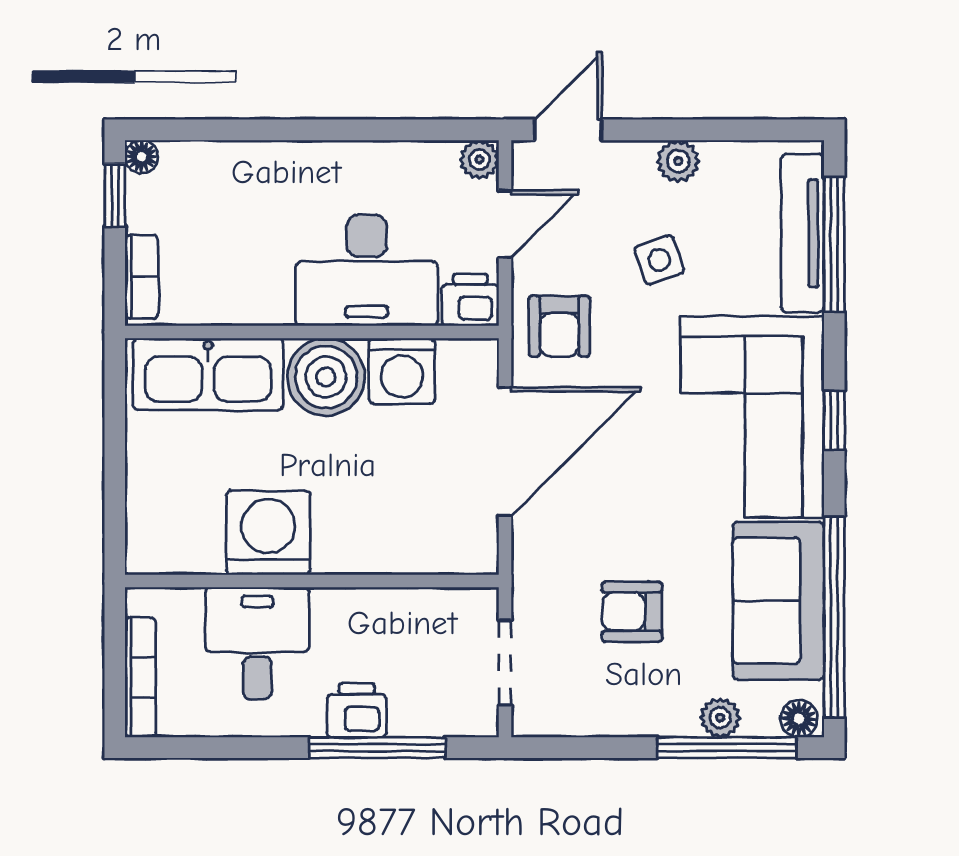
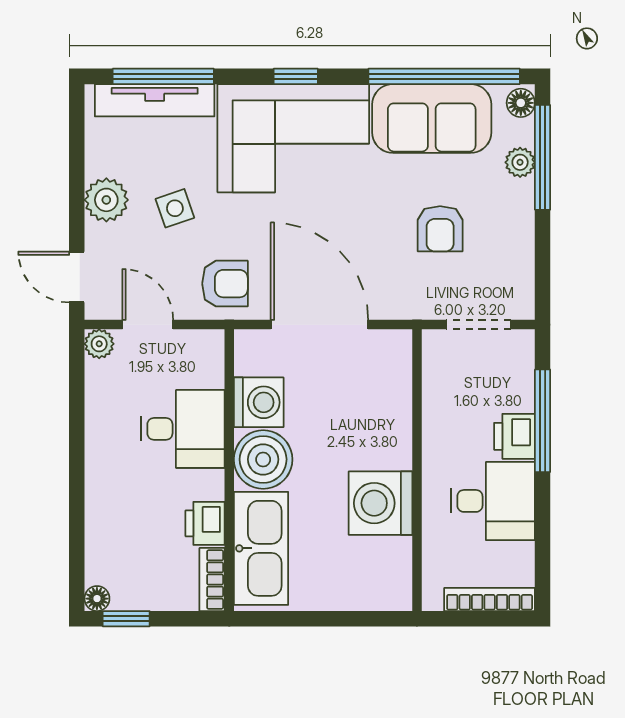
plant: (678, 161) -> (106, 200), width x1.38, depth x1.38
desk: (367, 270) -> (183, 429), width x0.73
bookcase: (142, 277) -> (212, 580), moved, turned -90
printer: (470, 300) -> (205, 523), moved
desk: (257, 643) -> (493, 501), moved, turned 180

